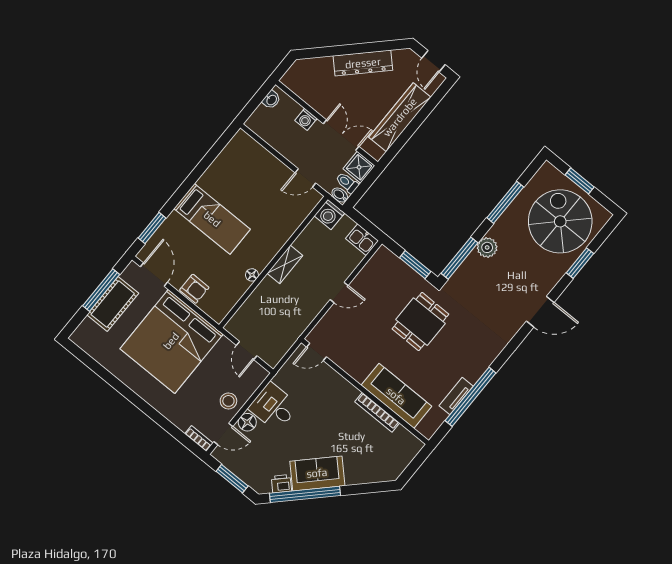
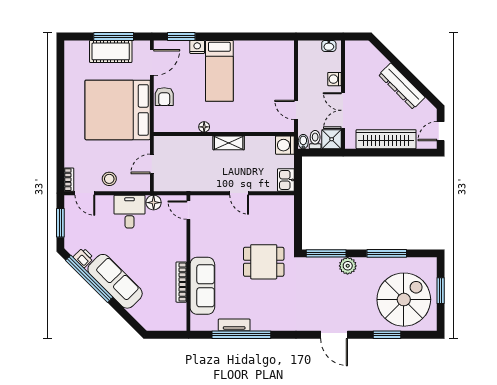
double door: (341, 135) -> (343, 110), swing flipped
nightstand: (173, 221) -> (197, 47), added
window: (415, 265) -> (298, 228), removed
floor lamp: (247, 422) -> (154, 203), moved
sofa: (317, 473) -> (115, 281), width x1.36

